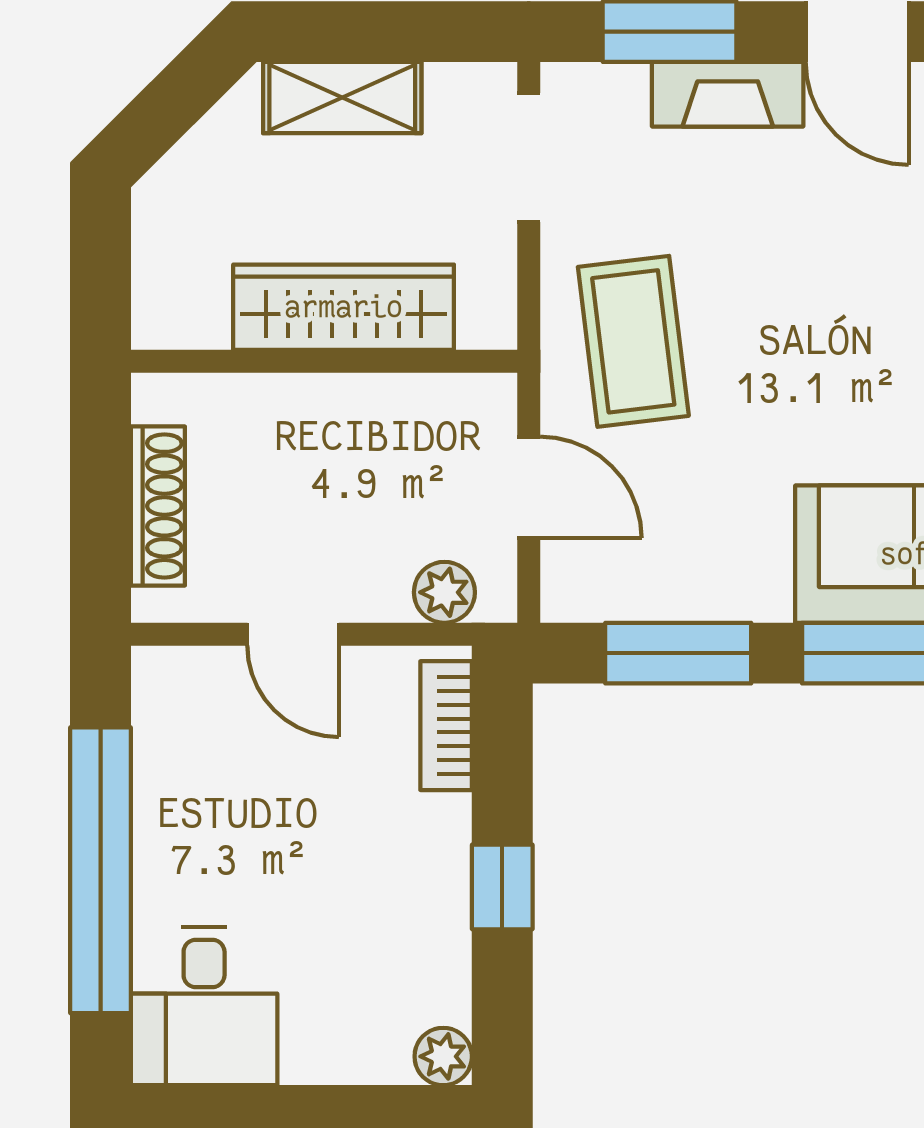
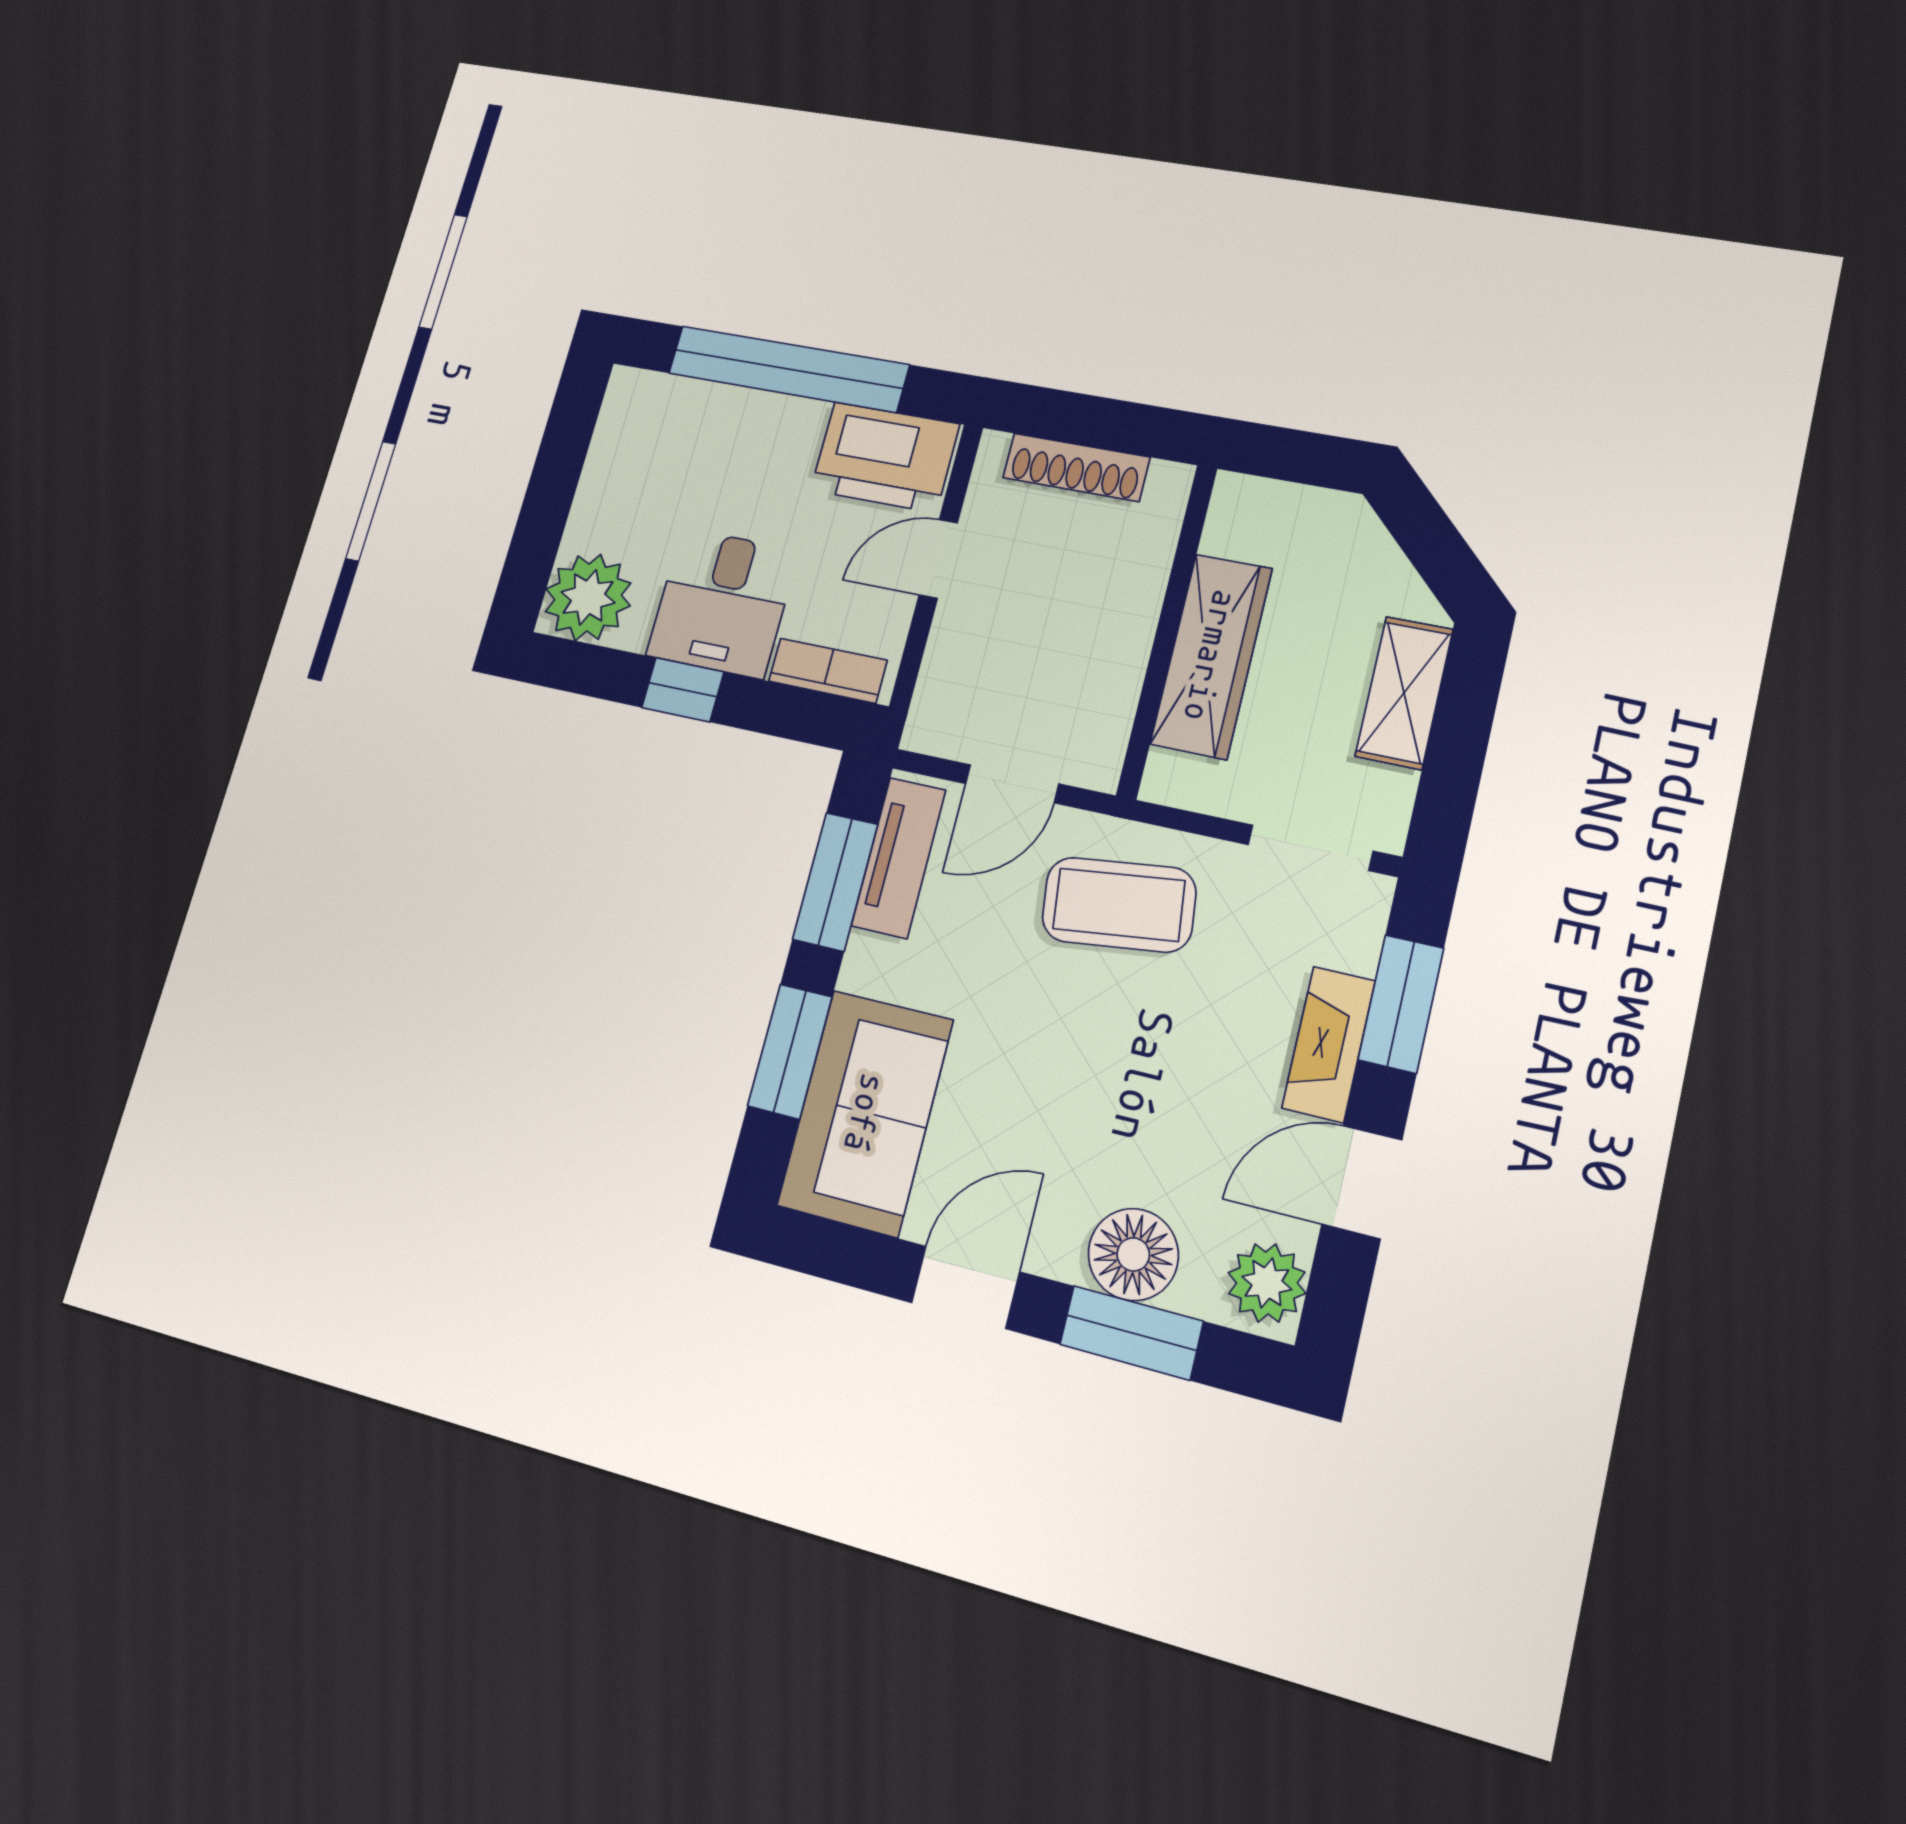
tv unit: (636, 590) -> (899, 858), added
plant: (444, 592) -> (940, 692), removed
printer: (186, 727) -> (885, 457), added
desk: (204, 1006) -> (722, 603), moved, turned -90
plant: (443, 1056) -> (588, 597), width x1.87, depth x1.87

